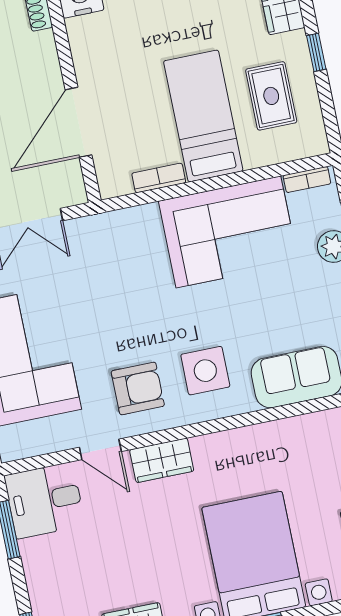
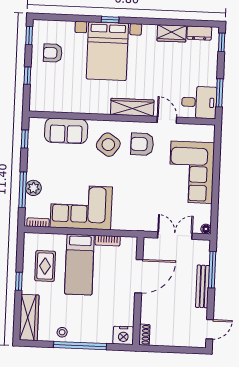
side table: (205, 371) -> (108, 145), turned 35
wardrobe: (162, 460) -> (132, 107), width x1.50

